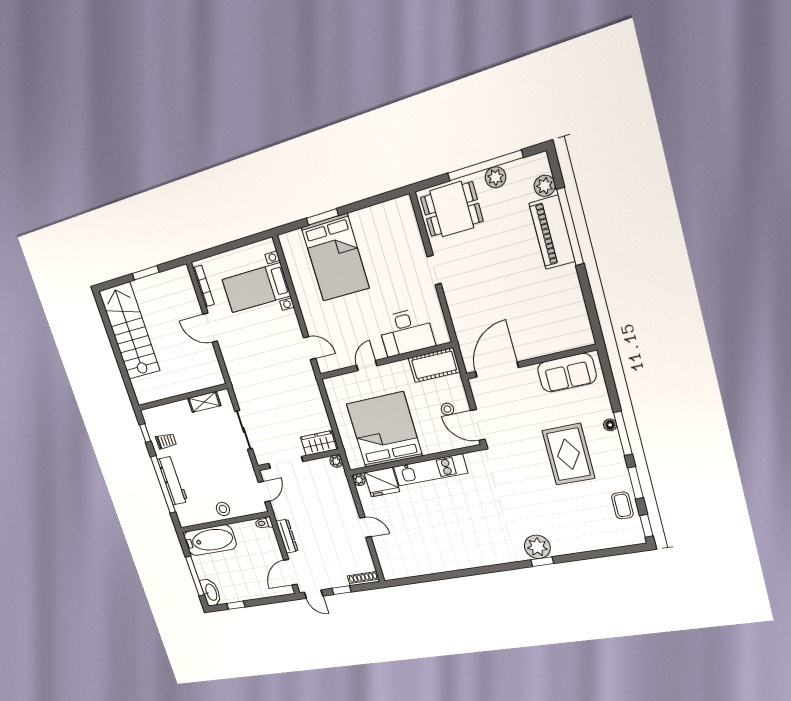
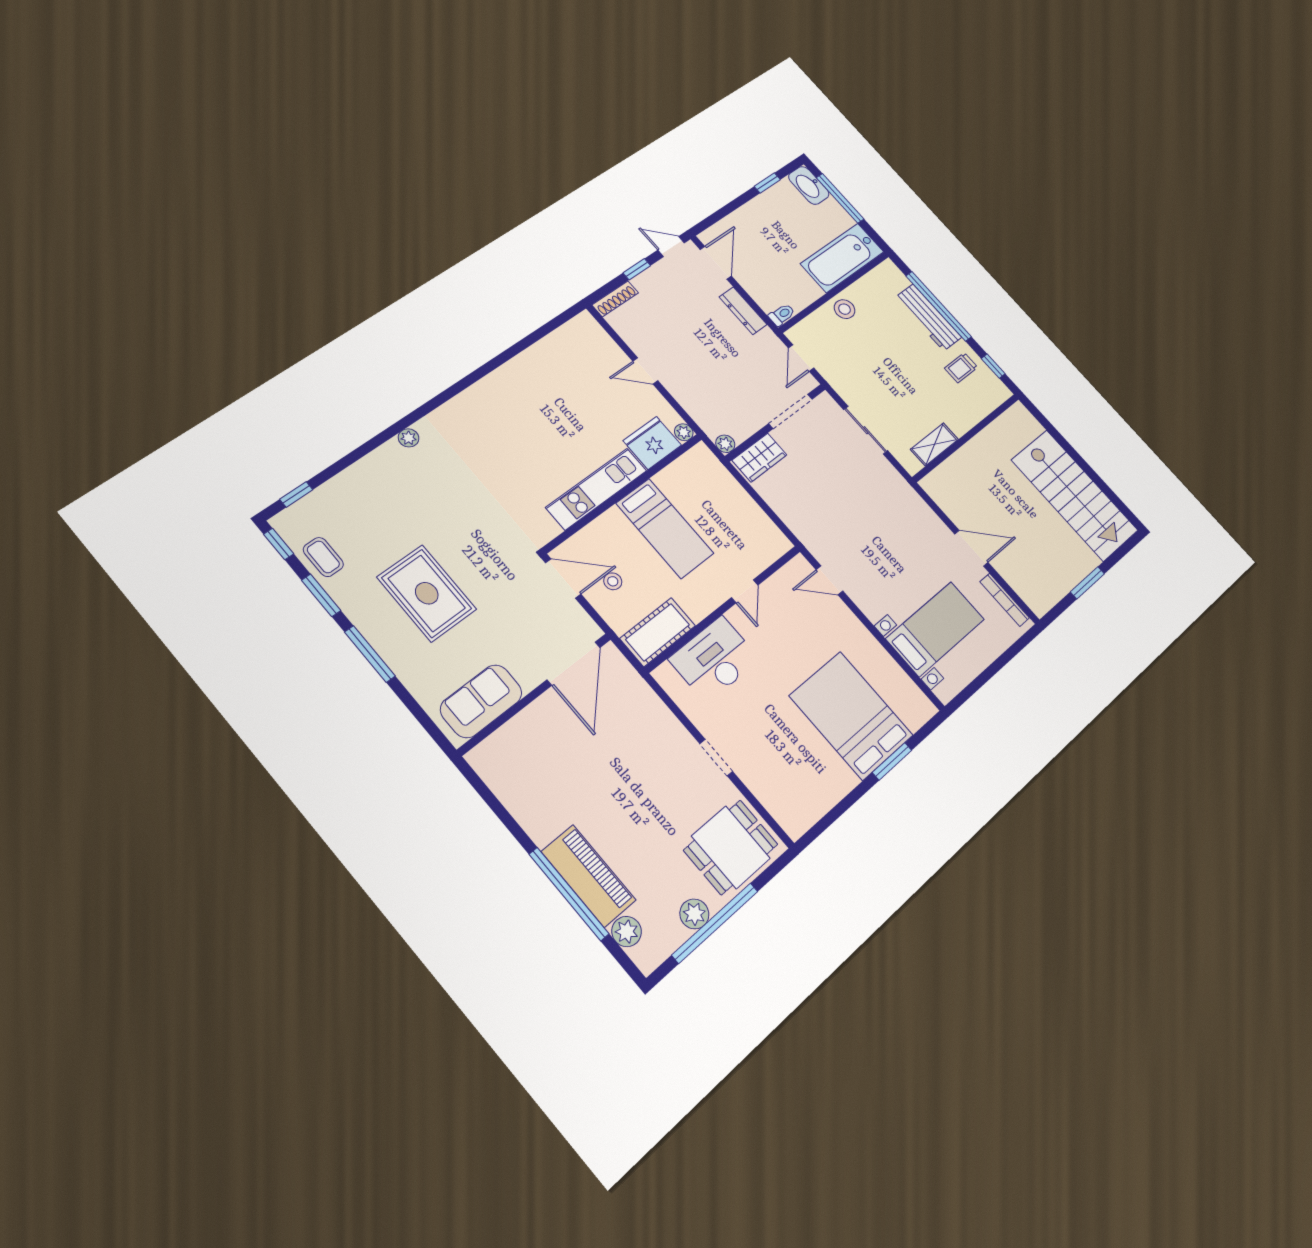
floor lamp: (610, 425) -> (392, 658), removed
bed: (384, 430) -> (665, 528), width x0.49
plant: (537, 547) -> (409, 438), width x0.53, depth x0.53
window: (542, 562) -> (296, 494), moved

